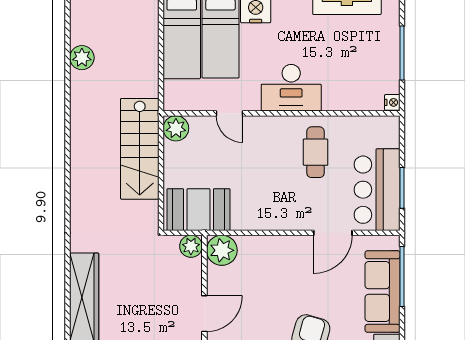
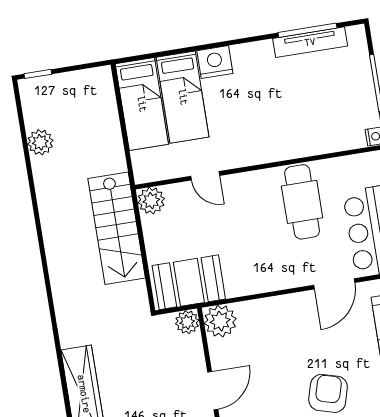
desk: (291, 88) -> (266, 138), removed
cafe table: (315, 152) -> (302, 202), width x1.37, depth x1.35

